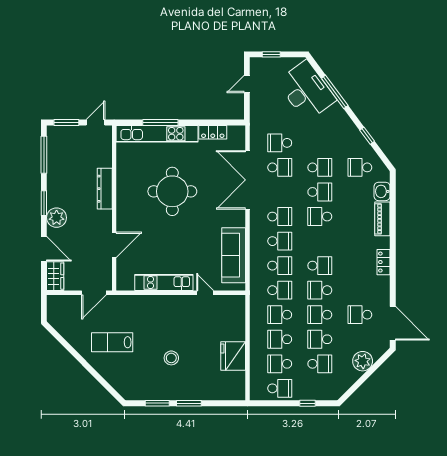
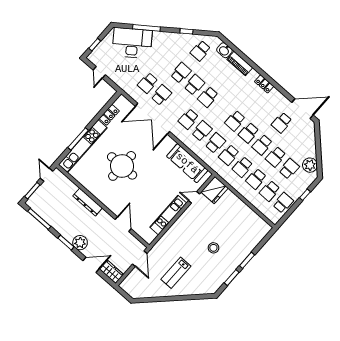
school desk: (280, 217) -> (188, 119), turned 180
school desk: (320, 266) -> (235, 121), turned 180
school desk: (280, 290) -> (229, 155), turned 180
fridge: (233, 356) -> (215, 190), moved, turned -90
plant: (363, 361) -> (310, 165), moved

